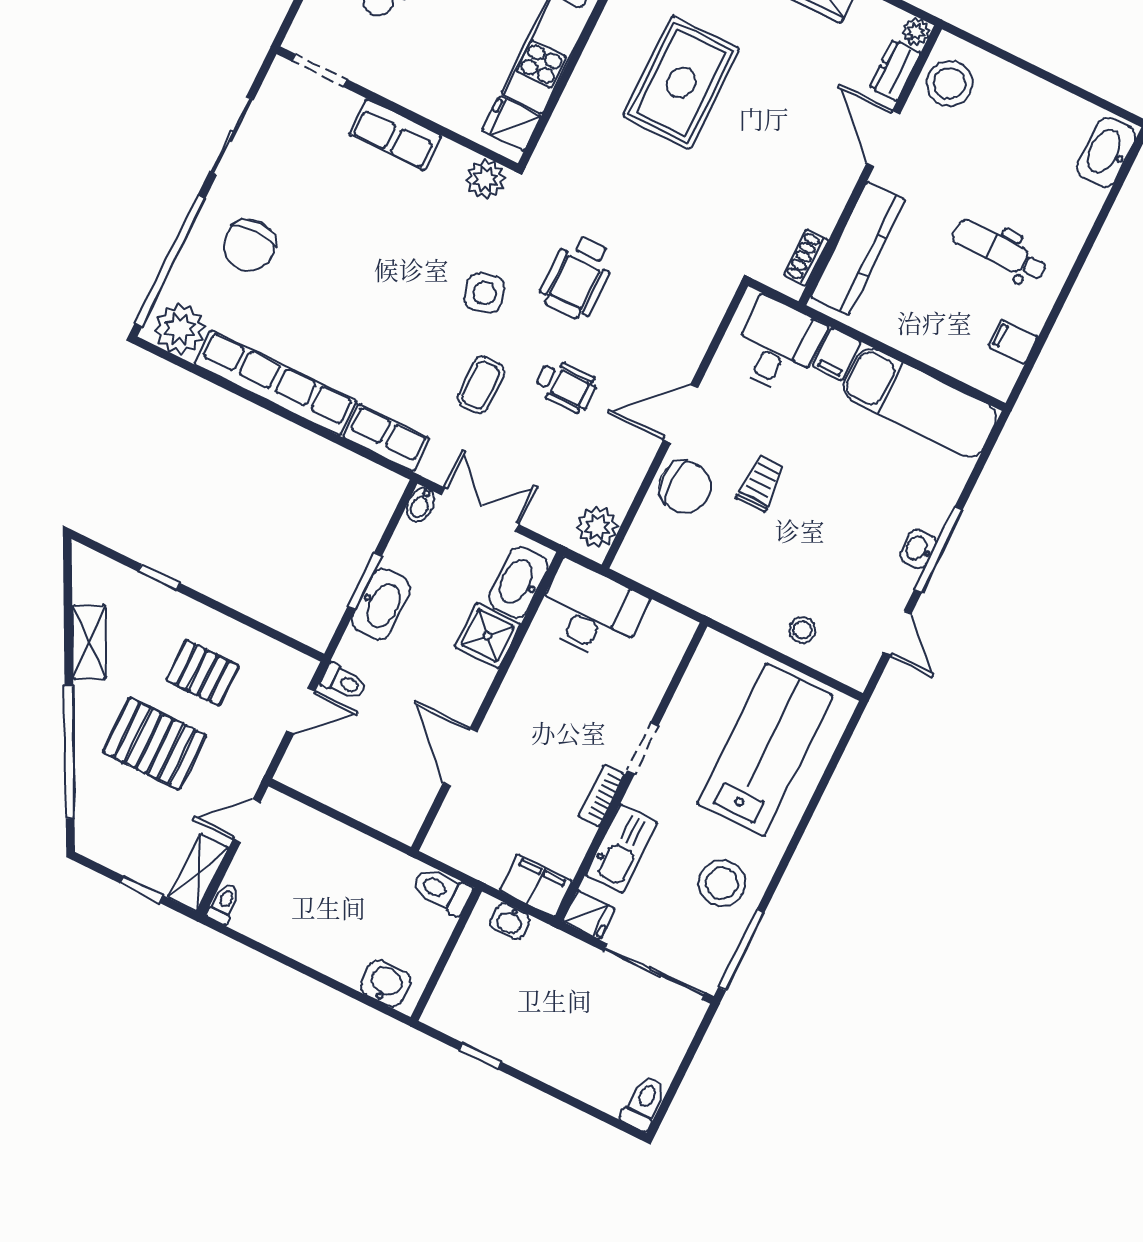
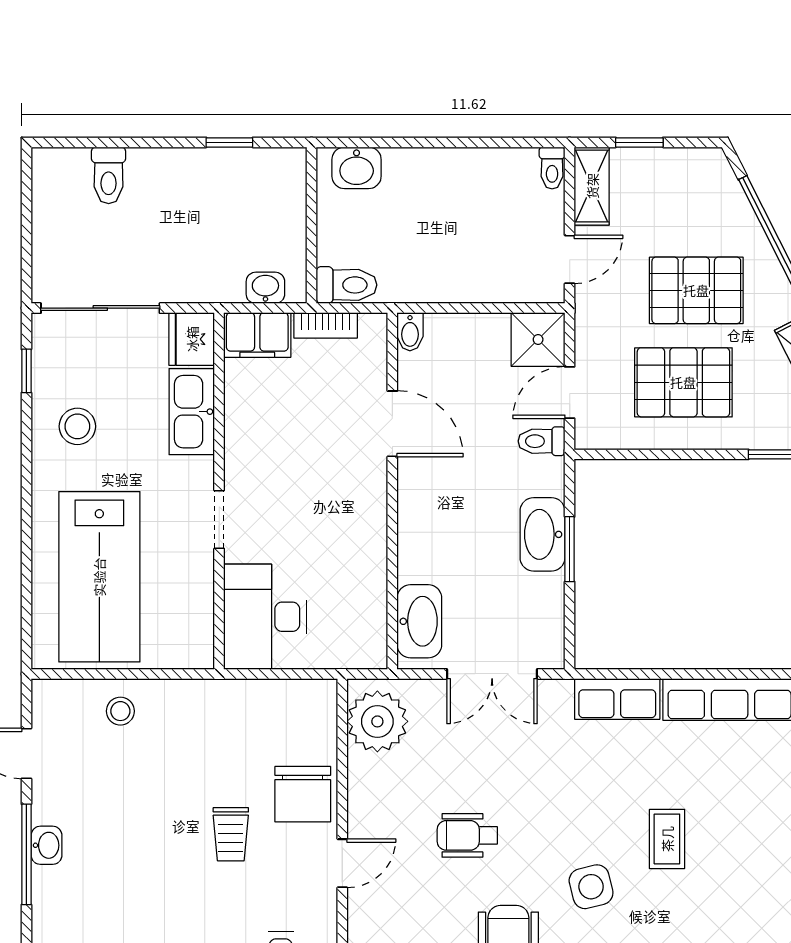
coffee table: (481, 385) -> (667, 839), moved
door: (681, 414) -> (342, 863), width x0.73
chair: (685, 487) -> (303, 794), turned -90
bidet: (420, 505) -> (410, 332), moved, turned 180
plant: (597, 527) -> (377, 721), width x1.36, depth x1.36
desk: (591, 611) -> (265, 617), moved, turned 90
shower: (488, 636) -> (538, 339), moved
pallet: (203, 673) -> (683, 382), width x1.50, depth x1.42
bookcase: (602, 796) -> (326, 325), moved, turned 90
stool: (722, 883) -> (77, 426), width x0.73, depth x0.73
fridge: (589, 915) -> (192, 339), width x1.38
window: (741, 950) -> (26, 371), width x0.46
toilet: (644, 1103) -> (109, 175), moved

